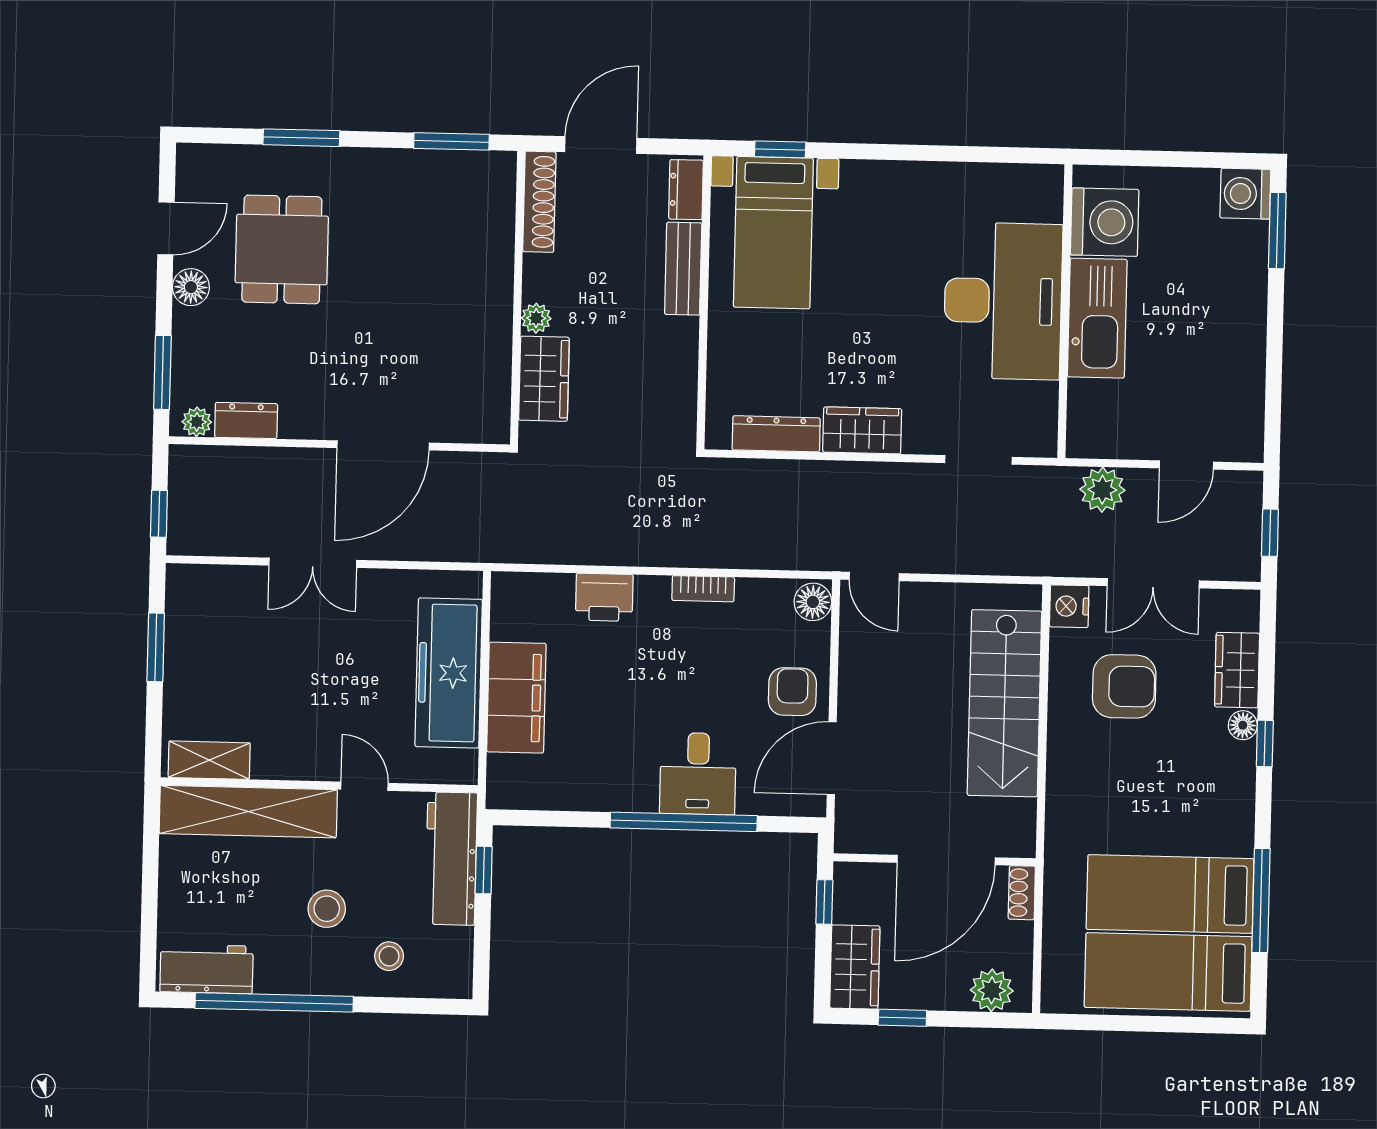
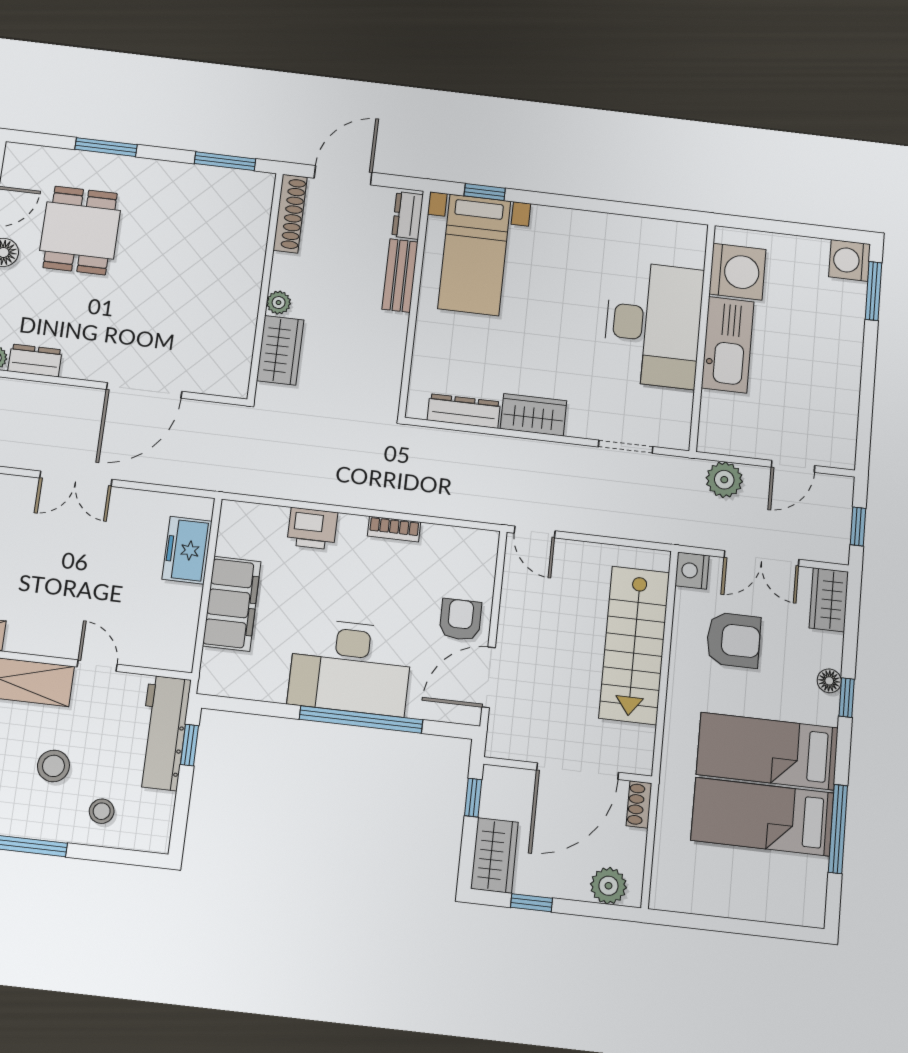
floor lamp: (813, 602) -> (483, 548), removed
wardrobe: (1237, 670) -> (829, 600), moved
freezer: (449, 673) -> (187, 550), width x0.52, depth x0.79
desk: (698, 774) -> (350, 667), width x1.87, depth x1.30
bed: (1168, 972) -> (767, 751), moved

